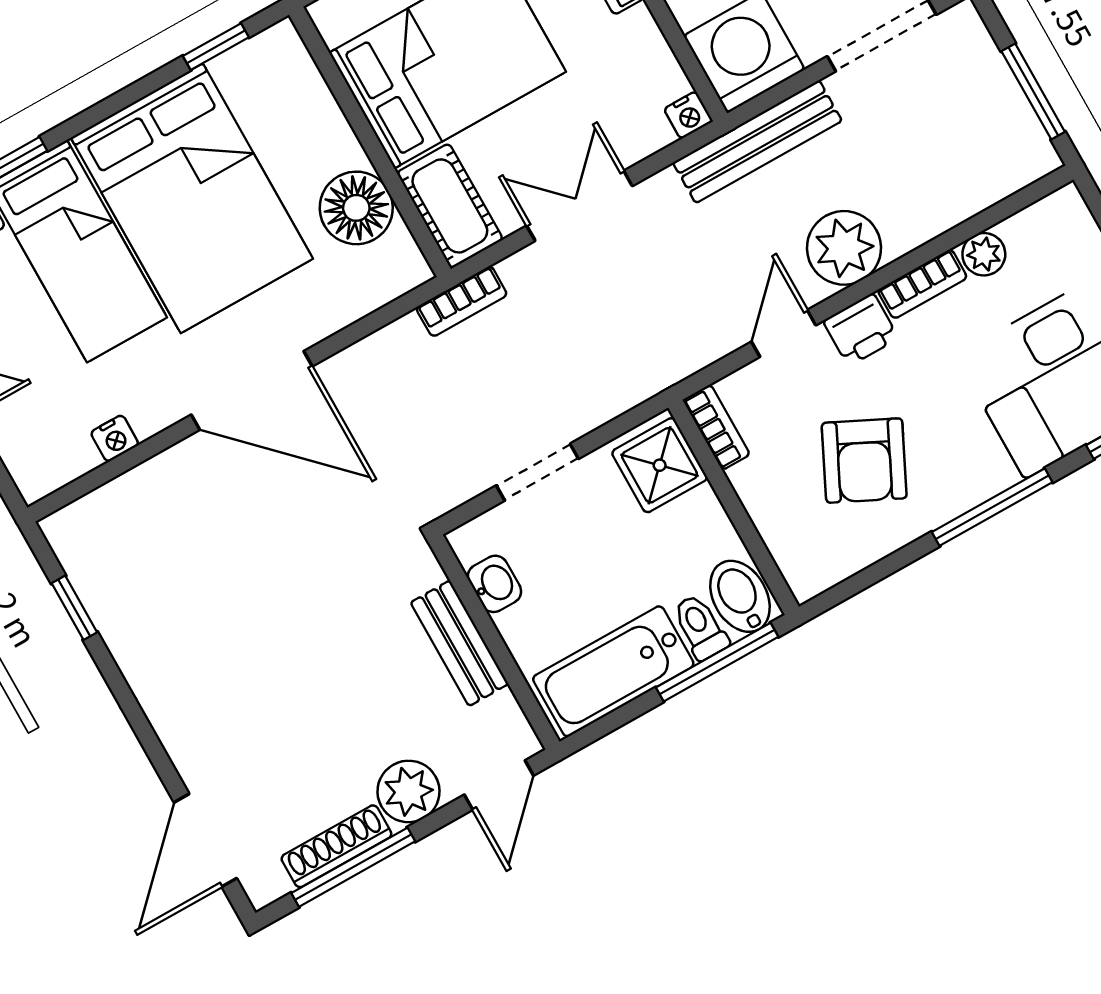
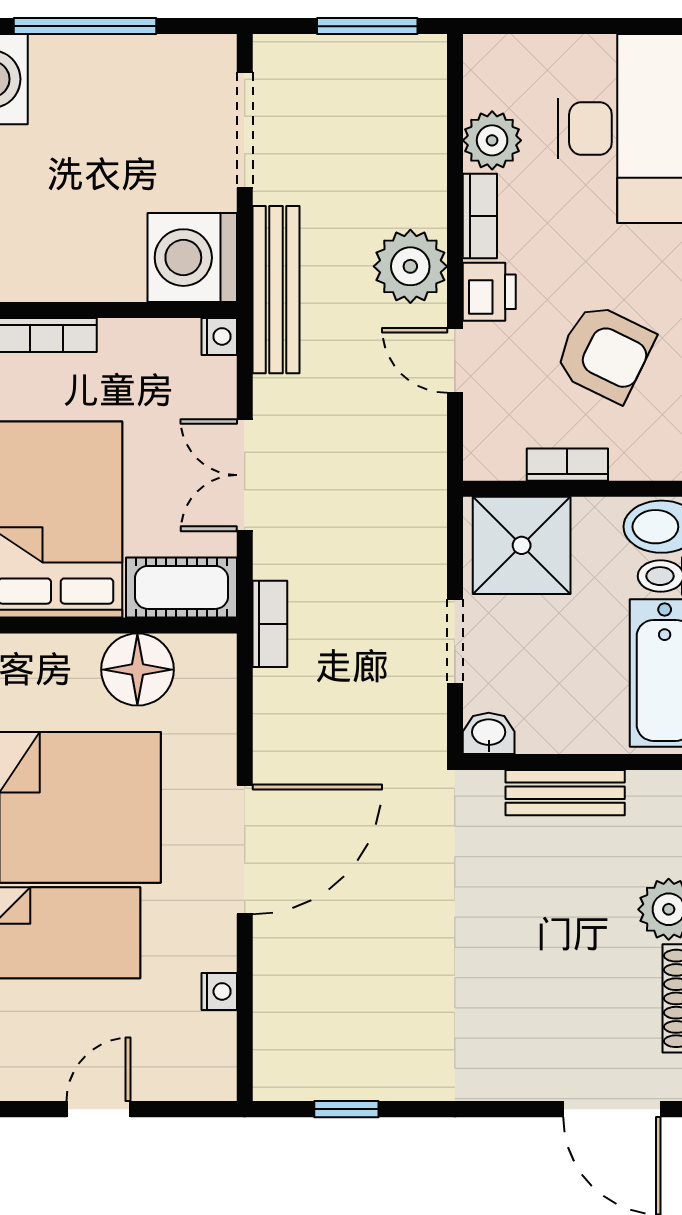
plant: (984, 254) -> (492, 140), width x1.38, depth x1.38
bookcase: (716, 427) -> (567, 465), moved
shower: (660, 465) -> (522, 545), width x1.36, depth x1.36
washbasin: (494, 584) -> (489, 733), moved

